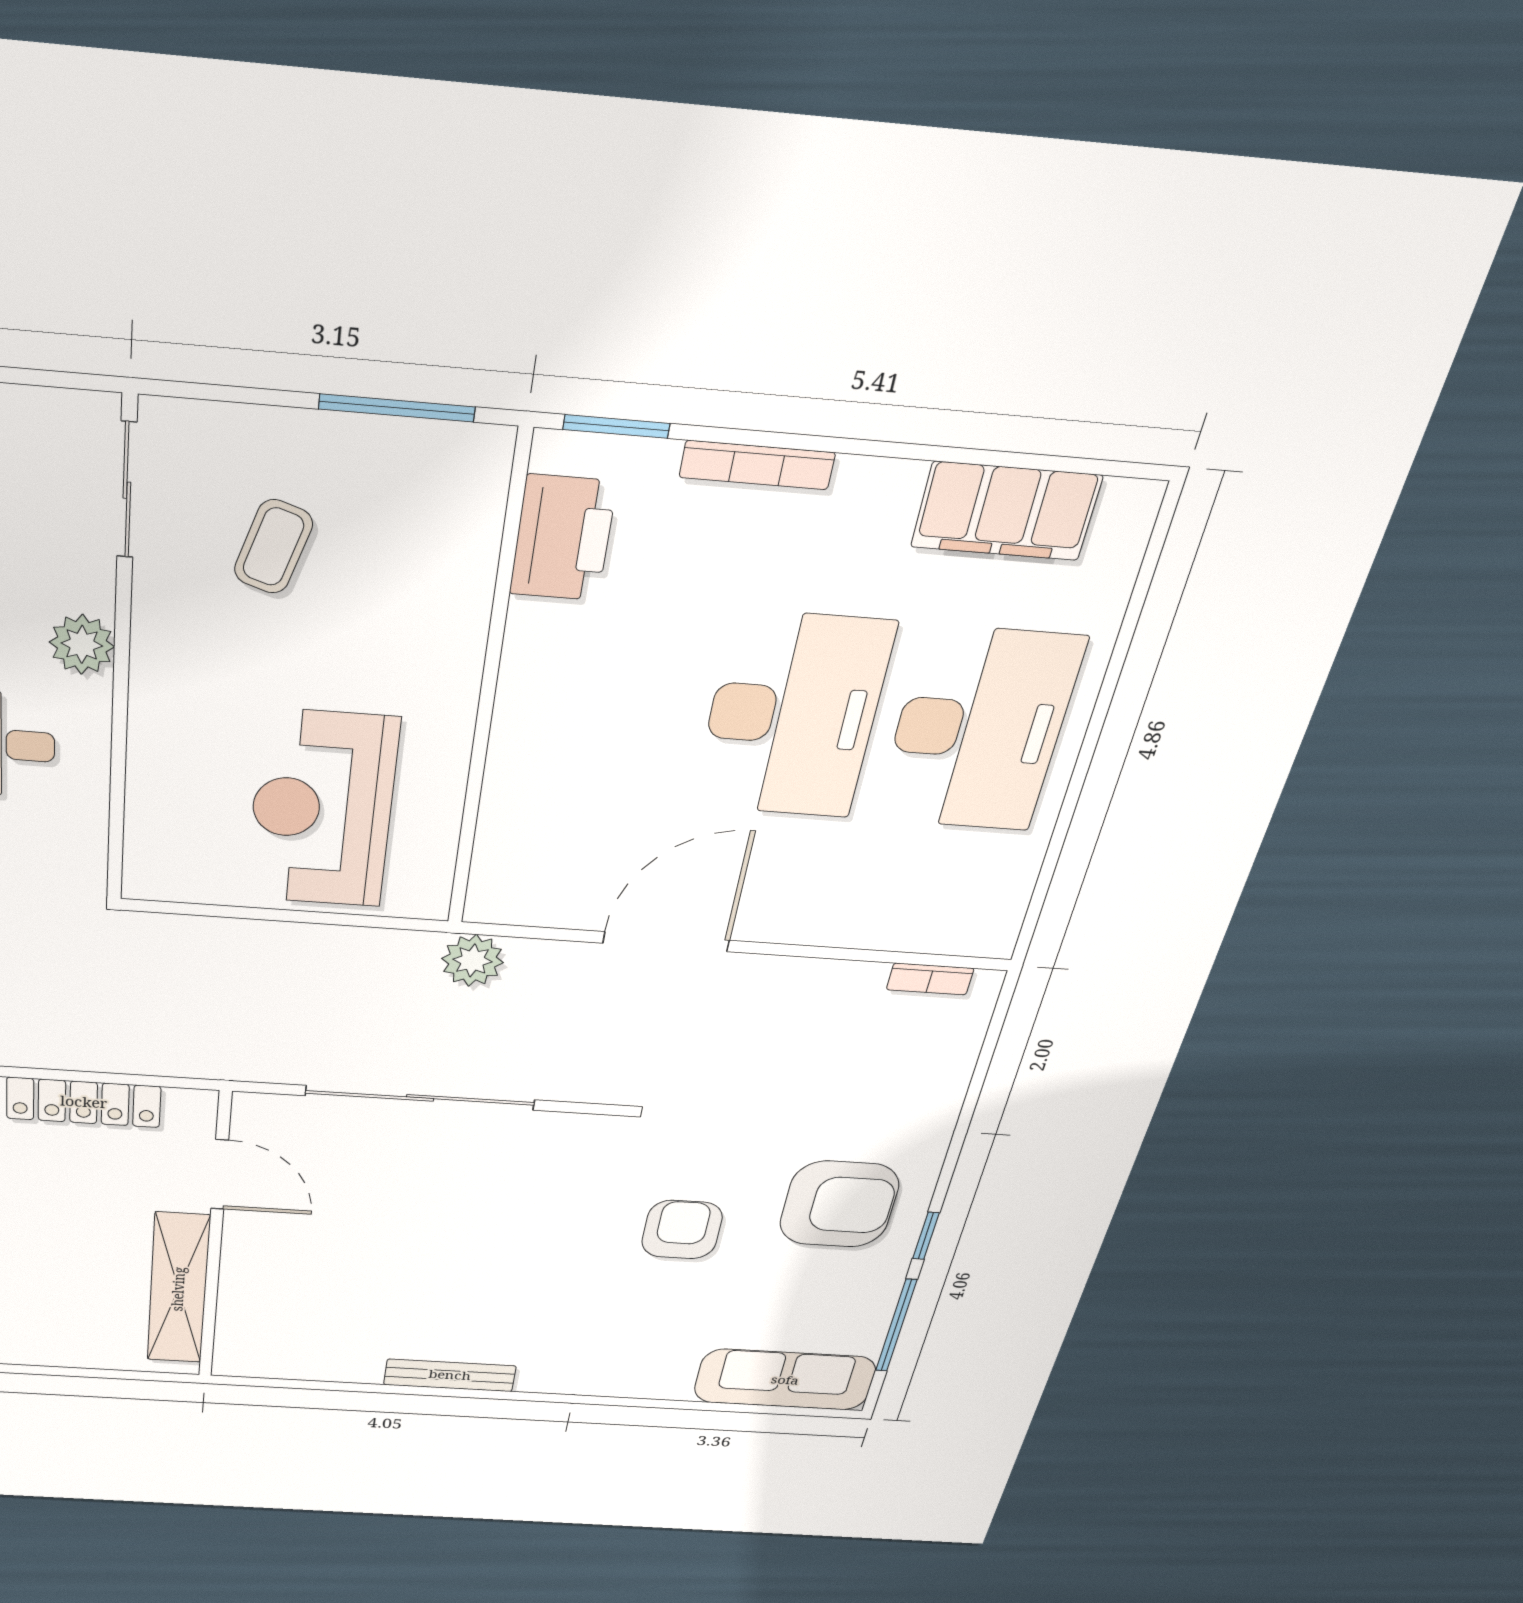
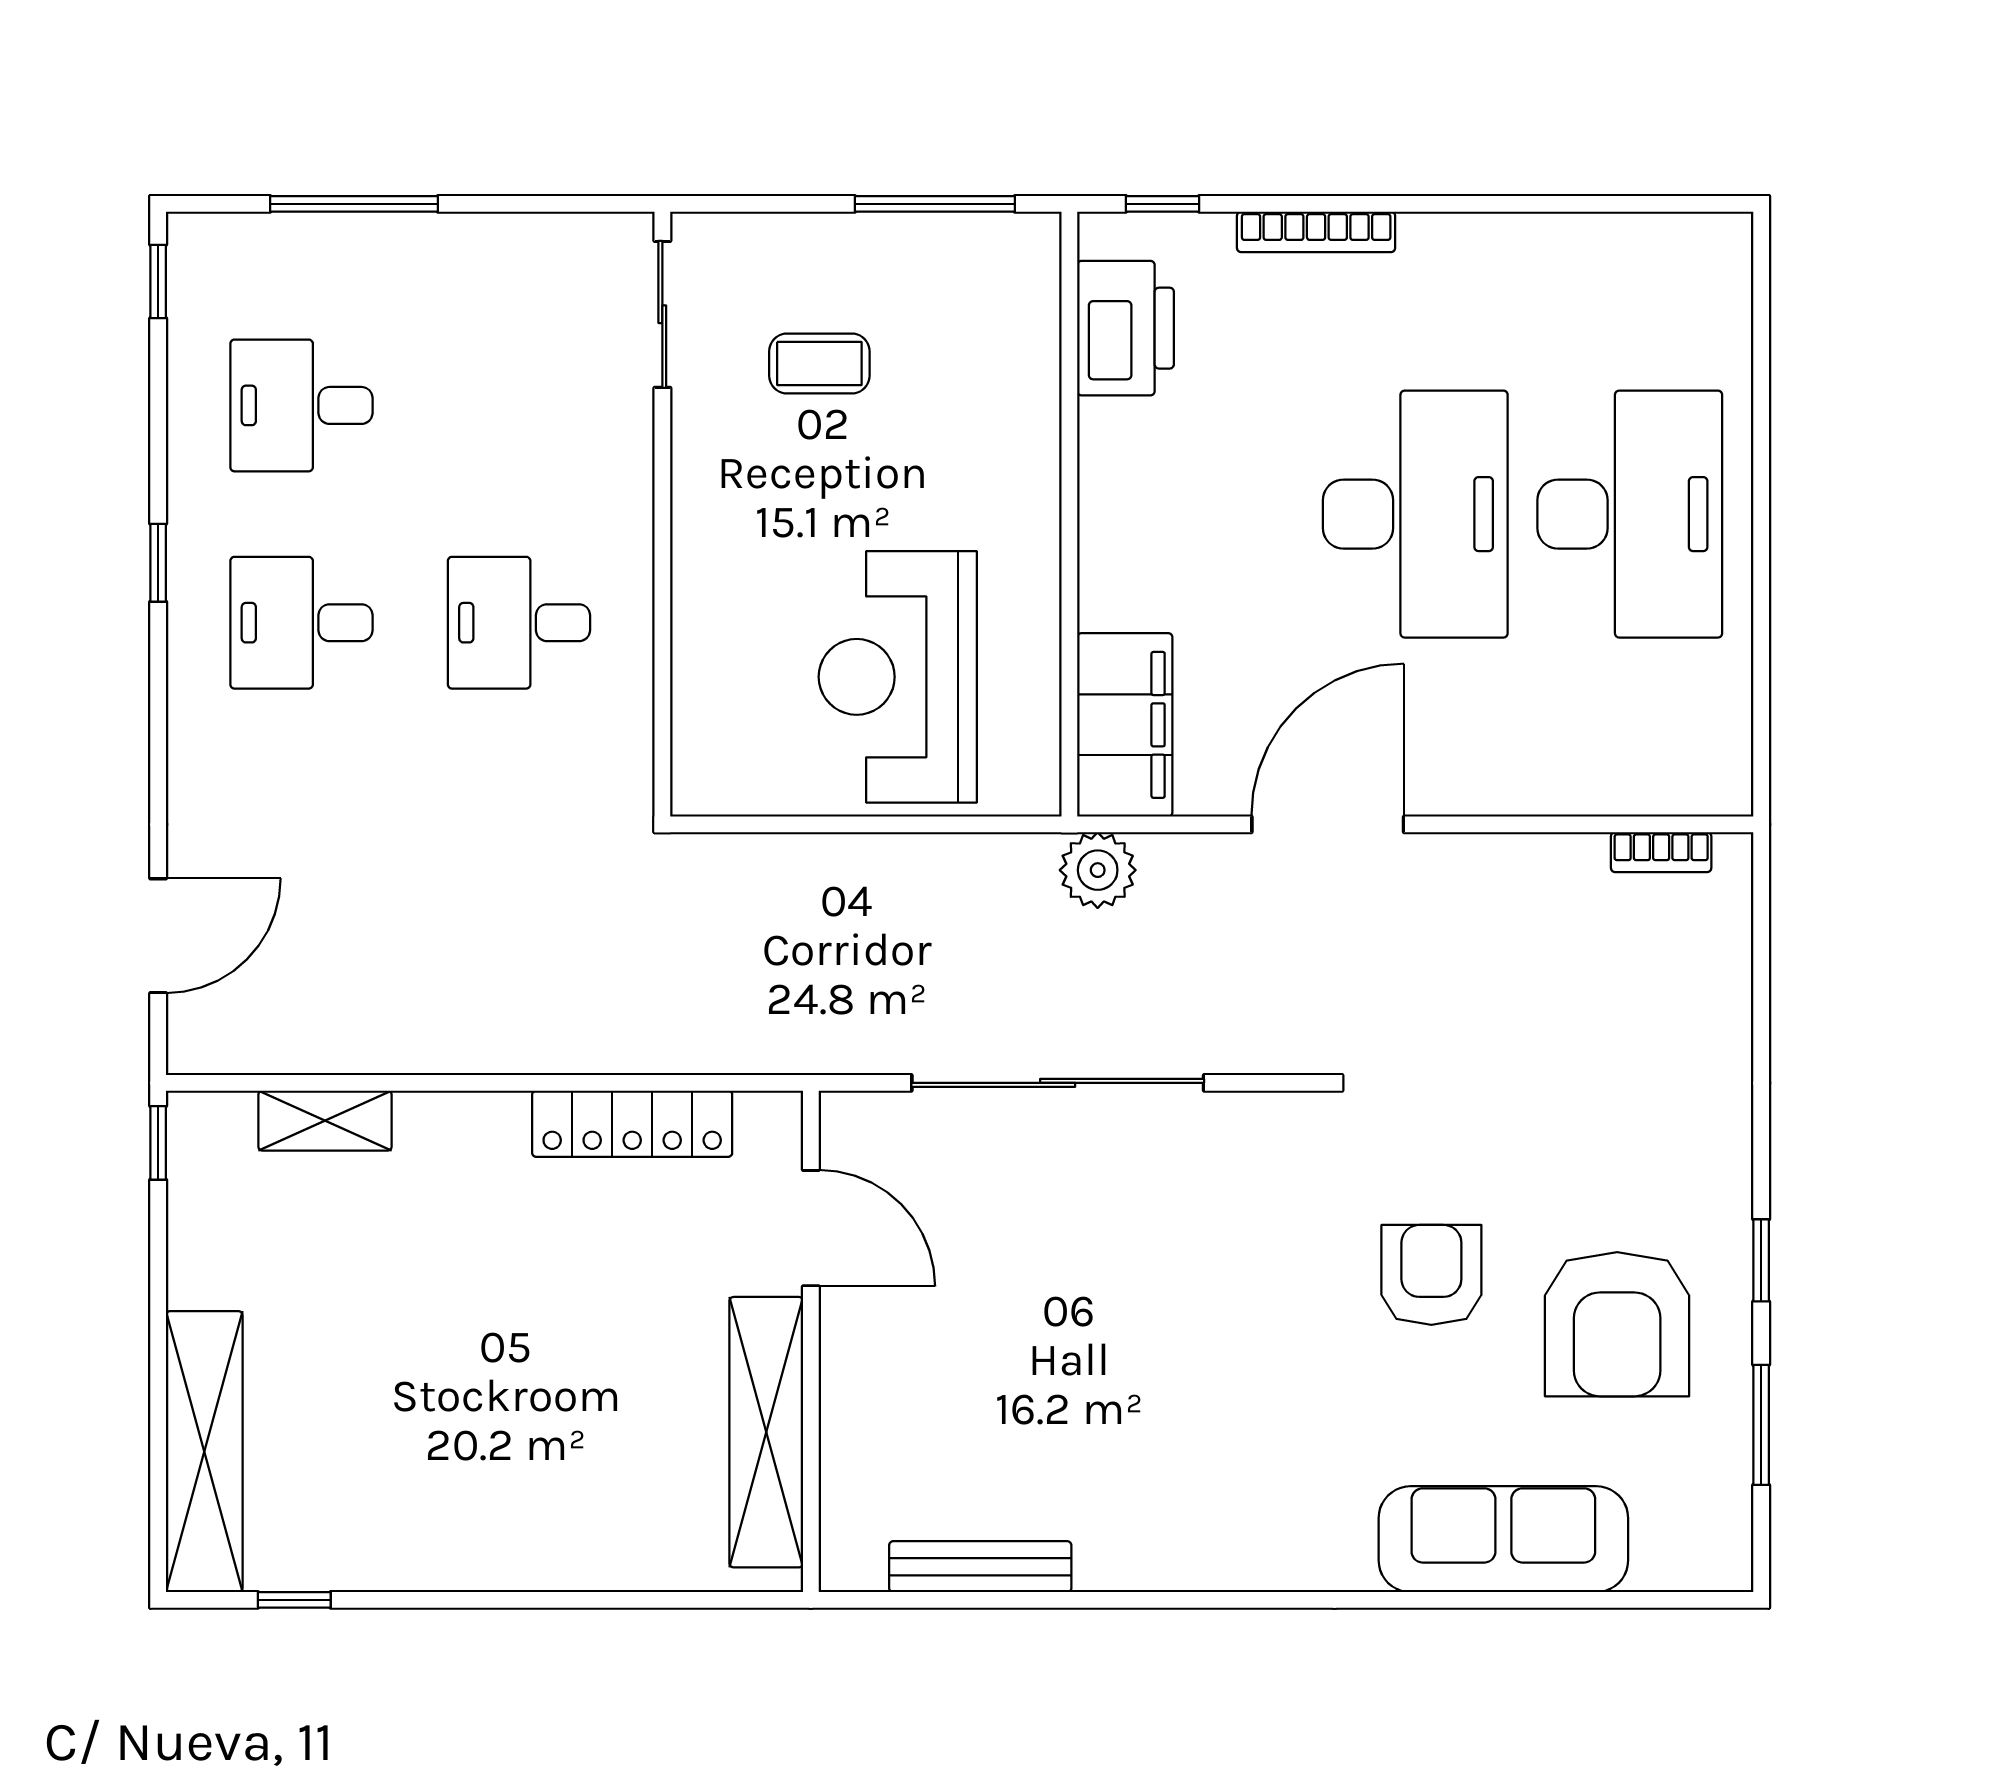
window: (616, 426) -> (1162, 204), width x0.67
filing cabinet: (1006, 511) -> (1125, 725), moved, turned -90
coffee table: (273, 547) -> (819, 364), turned 72
plant: (82, 644) -> (619, 493), removed
armchair: (839, 1204) -> (1617, 1324), moved, turned 90
window: (896, 1326) -> (1761, 1425), width x0.69
bench: (450, 1375) -> (980, 1567), moved
sofa: (785, 1380) -> (1503, 1539), moved

